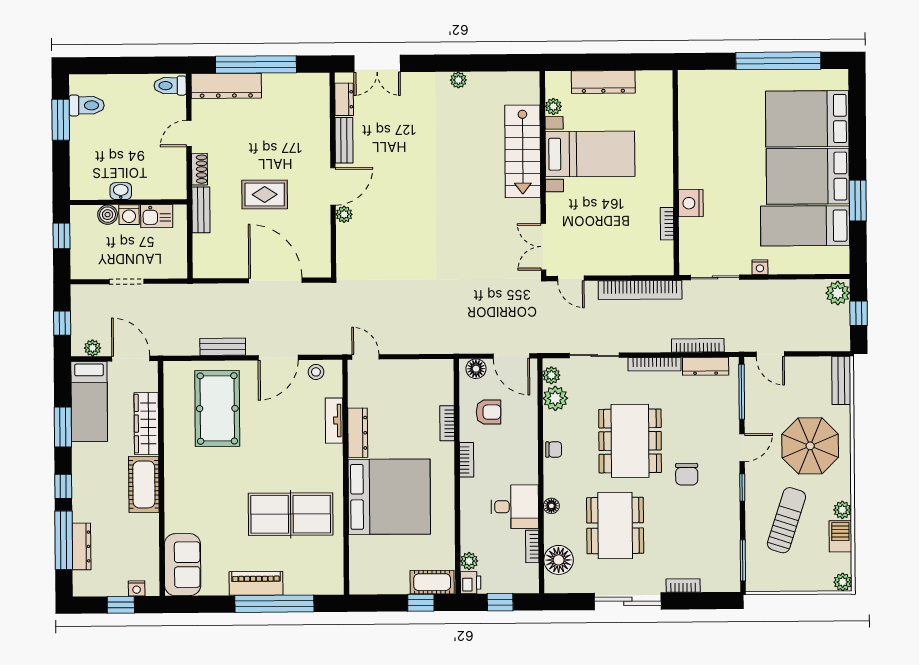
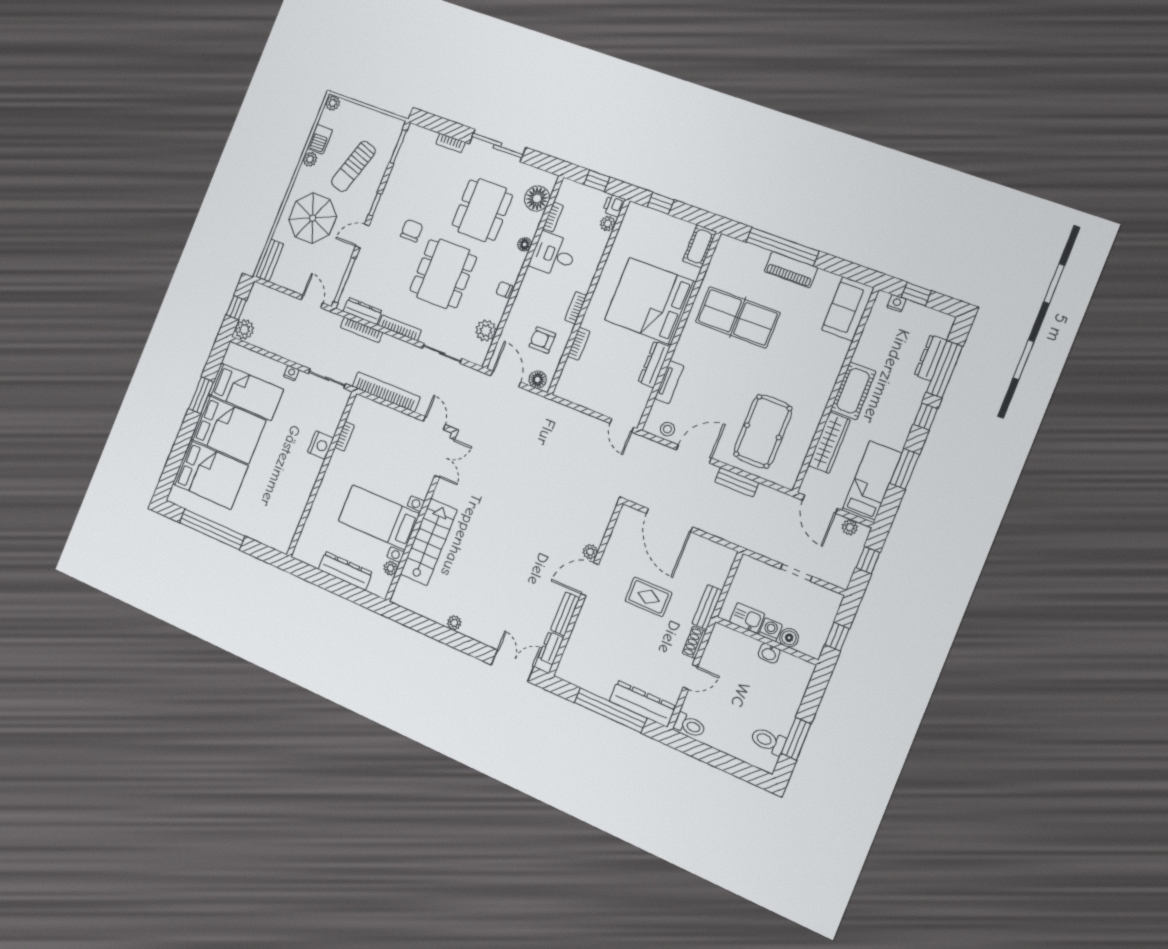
plant: (551, 375) -> (481, 351), removed
cot: (432, 582) -> (699, 246), moved, turned 90

